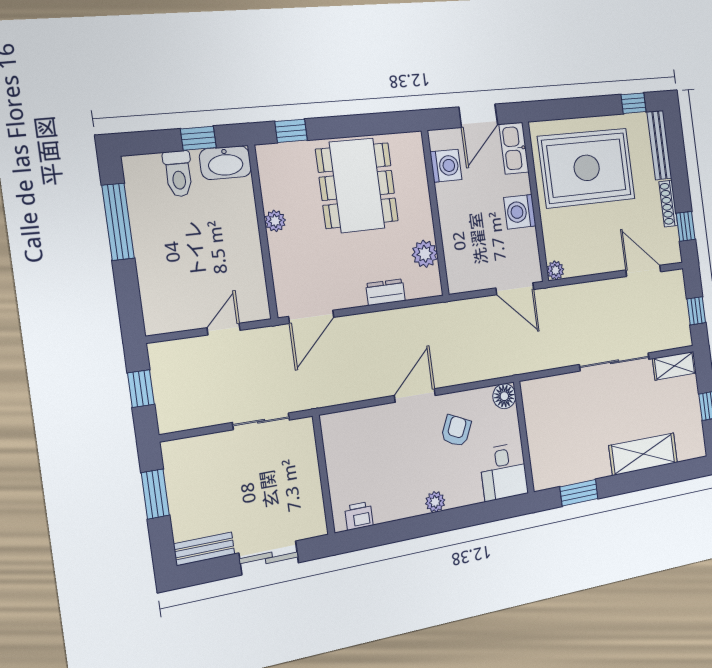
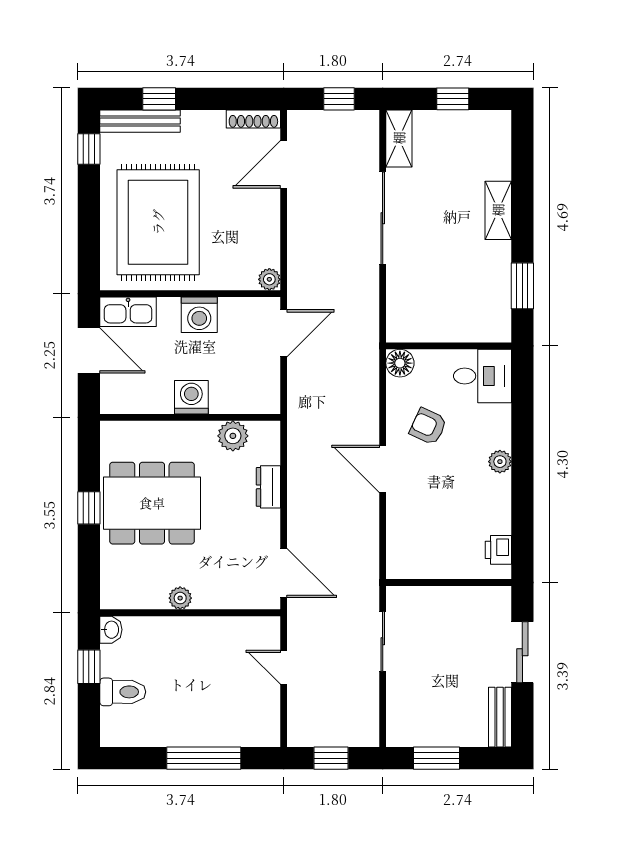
window: (291, 131) -> (89, 508), moved
washbasin: (225, 163) -> (111, 630), width x0.52, depth x0.69
washing machine: (446, 166) -> (191, 397), moved
shoe rack: (668, 204) -> (253, 119), moved
window: (118, 222) -> (204, 758), moved
window: (686, 226) -> (159, 99), moved
shelving: (643, 454) -> (498, 210), width x0.67, depth x0.75

